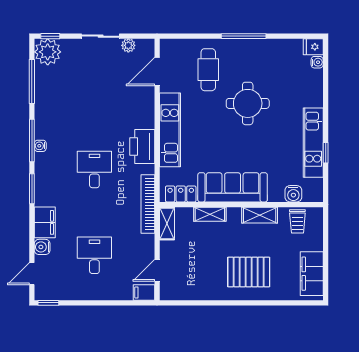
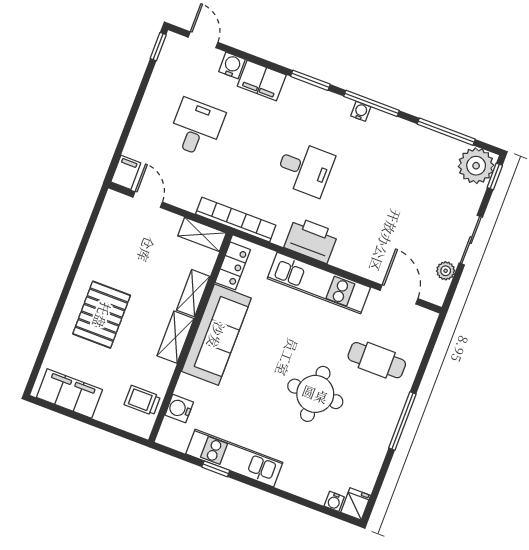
shelving: (260, 215) -> (175, 337), moved
desk: (94, 255) -> (196, 128), turned -90

